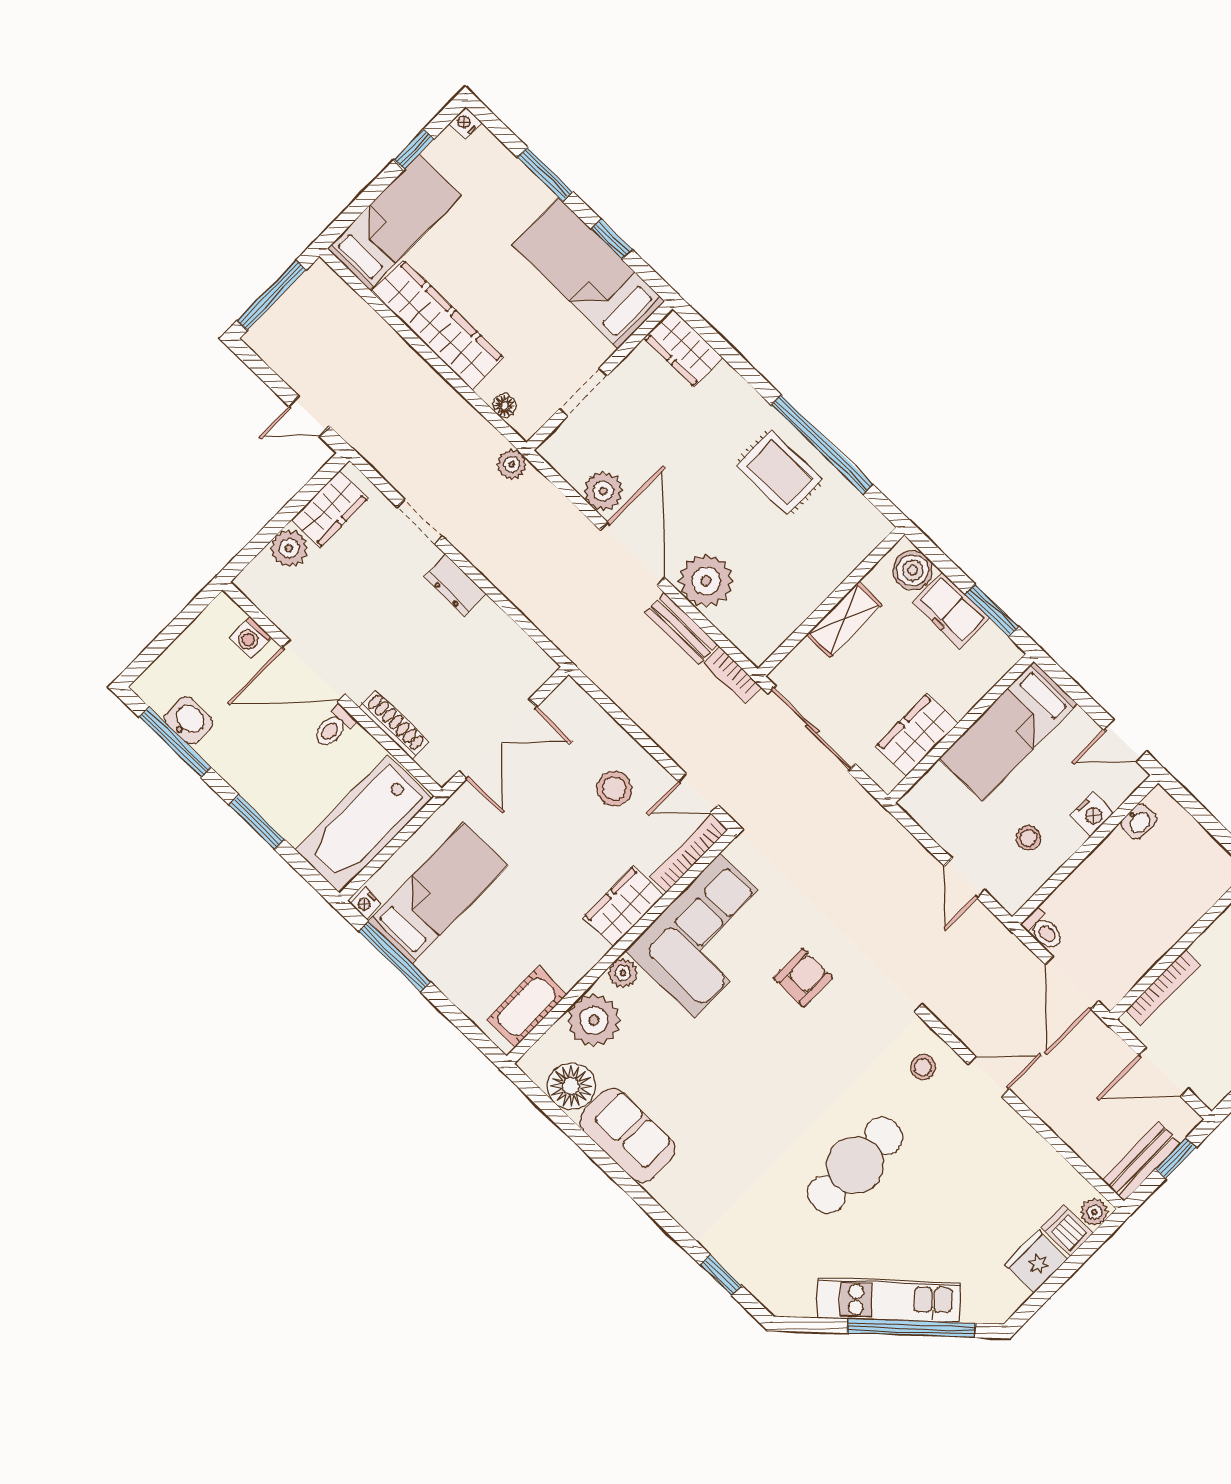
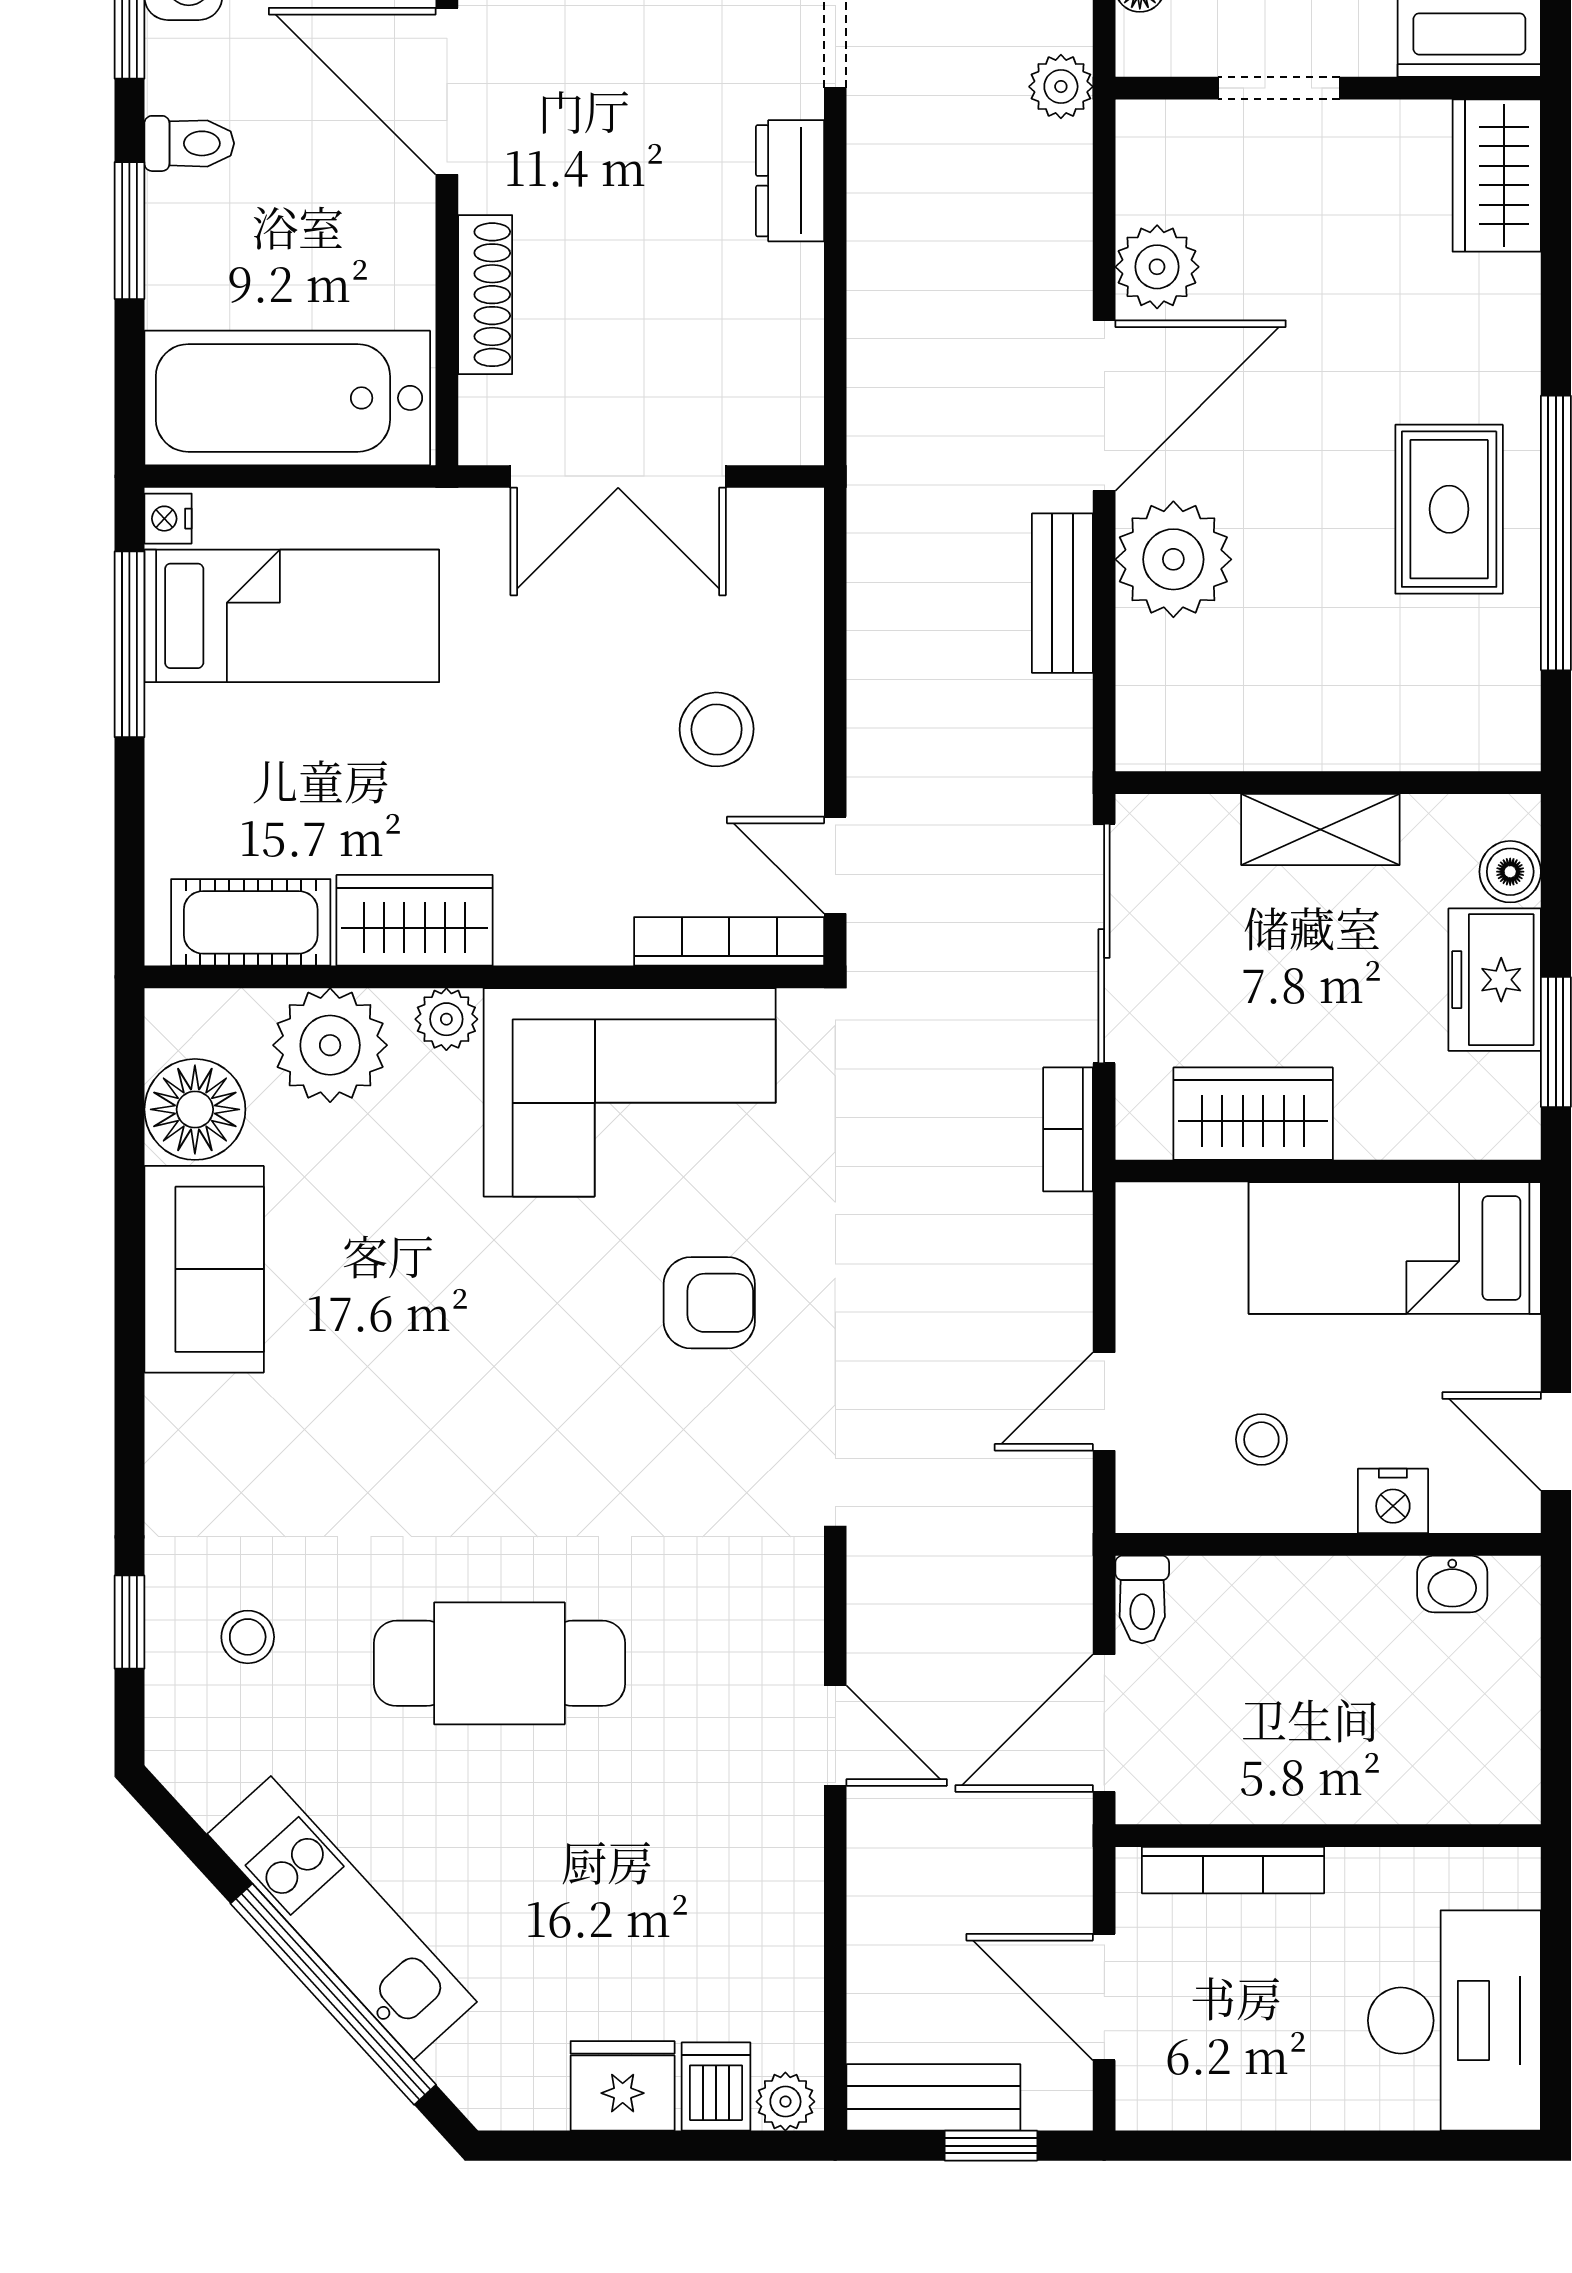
boiler: (913, 570) -> (1510, 872), width x0.73, depth x0.73
bookcase: (732, 675) -> (1068, 1129), moved
toilet: (334, 727) -> (189, 143), moved, turned 180
wardrobe: (624, 906) -> (415, 920), moved
stool: (923, 1067) -> (248, 1637), moved

